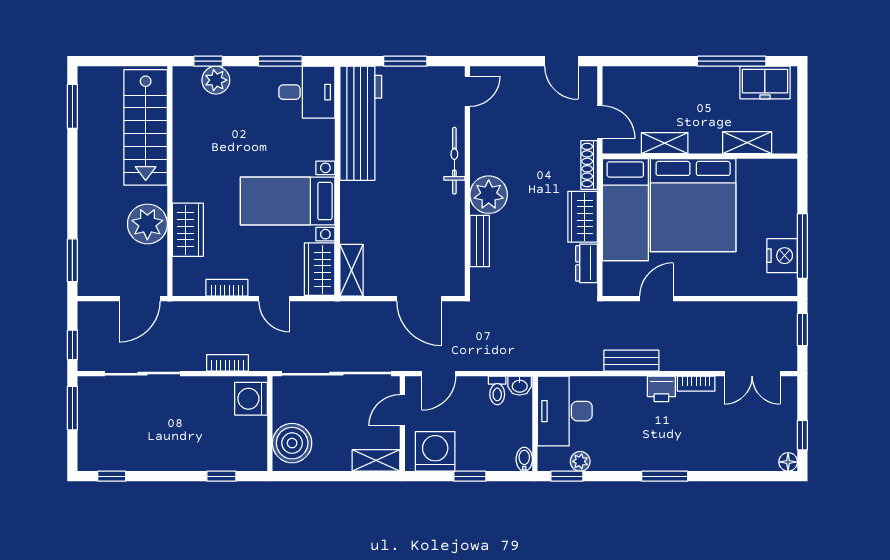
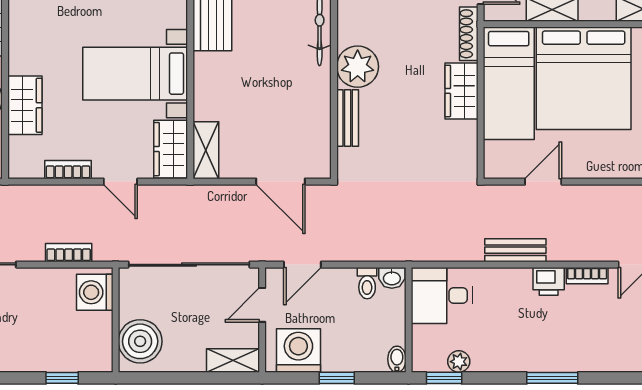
dresser: (587, 263) -> (466, 143), removed
desk: (565, 411) -> (442, 295), width x0.73

